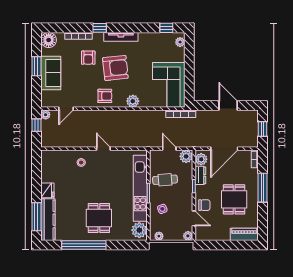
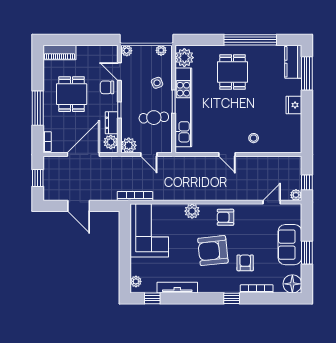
tv unit: (121, 37) -> (177, 288), moved
kitchen counter: (48, 220) -> (293, 62), width x0.67

